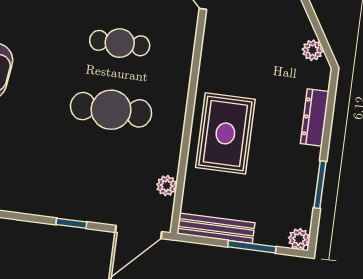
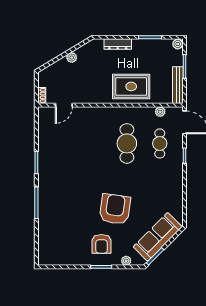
cafe table: (120, 43) -> (160, 143), moved
plant: (313, 50) -> (72, 58), moved

